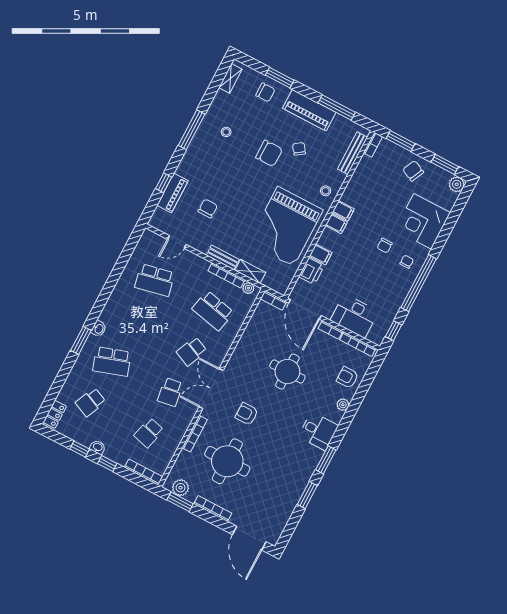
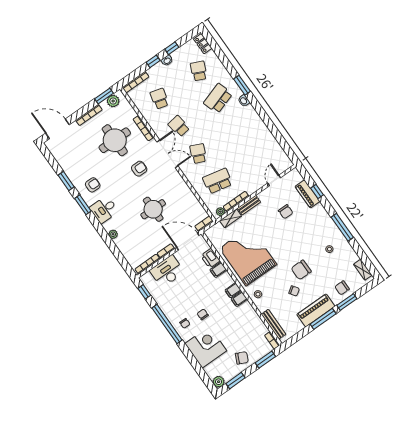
window: (337, 108) -> (323, 319), moved
school desk: (155, 280) -> (257, 153), removed
armchair: (347, 377) -> (93, 185), moved

